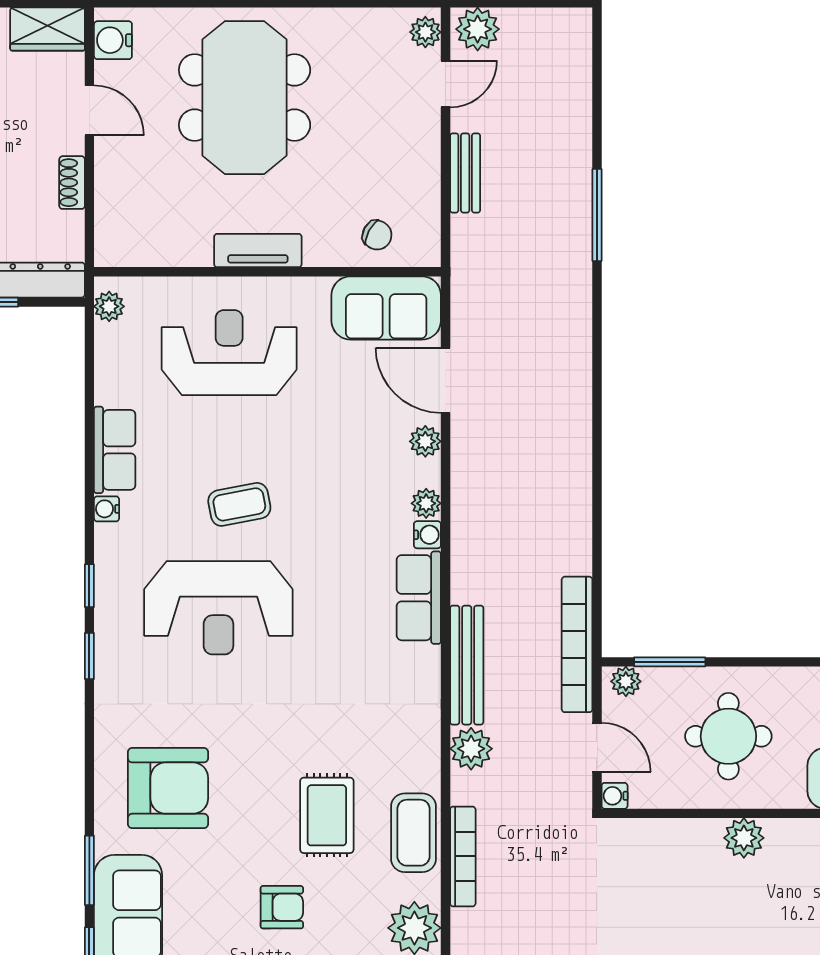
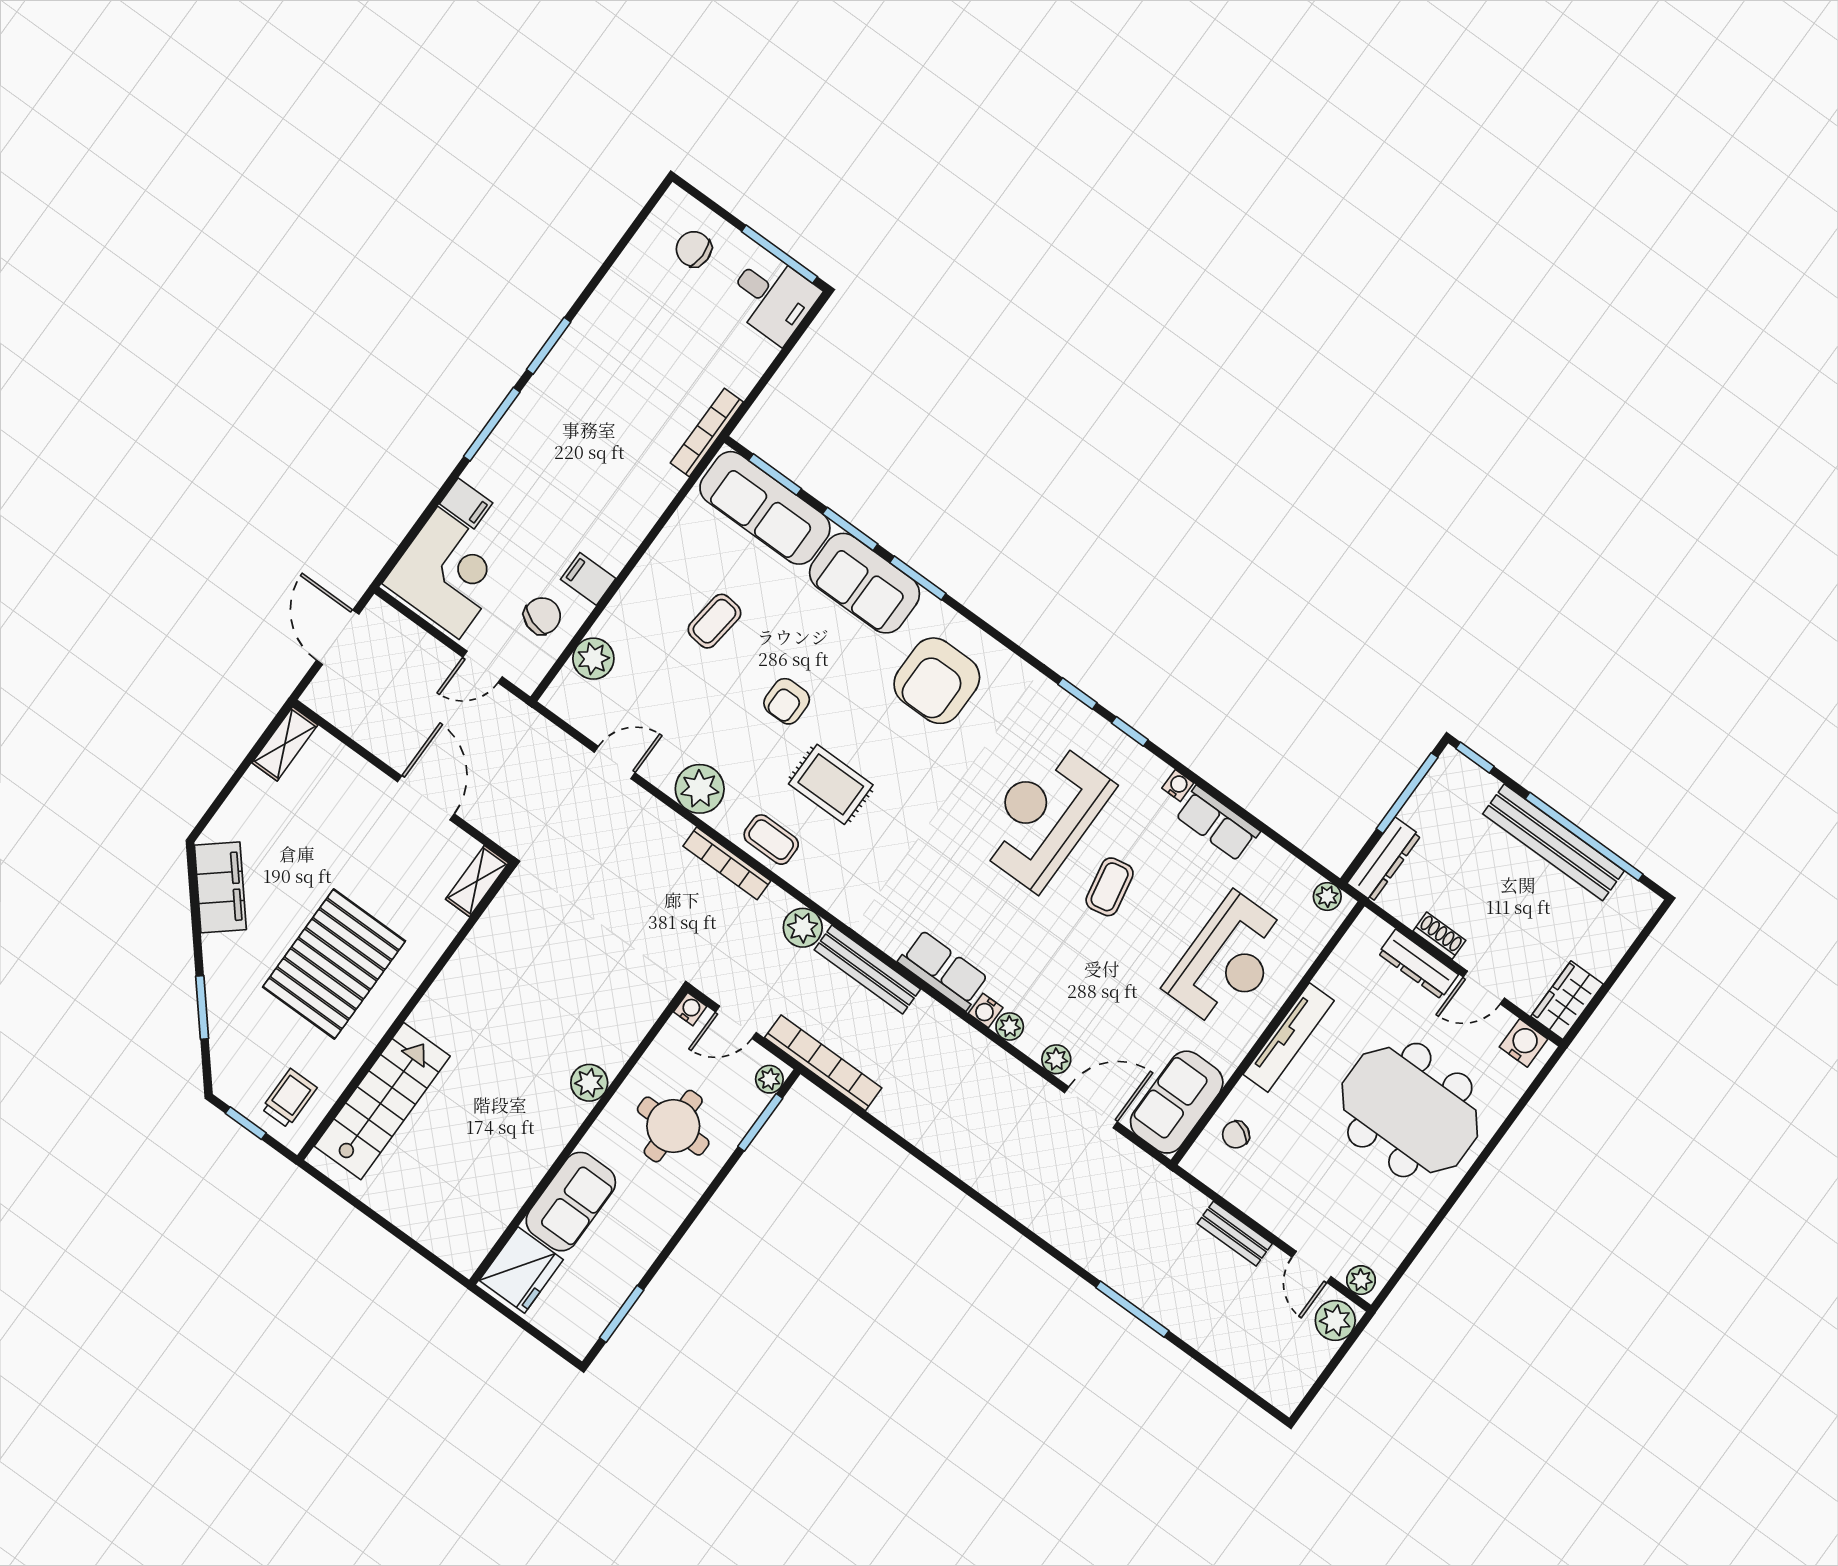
dresser: (111, 183) -> (1418, 964), added
tv unit: (258, 251) -> (1289, 1037), width x1.41
coffee table: (414, 833) -> (771, 840), width x0.73, depth x0.77

